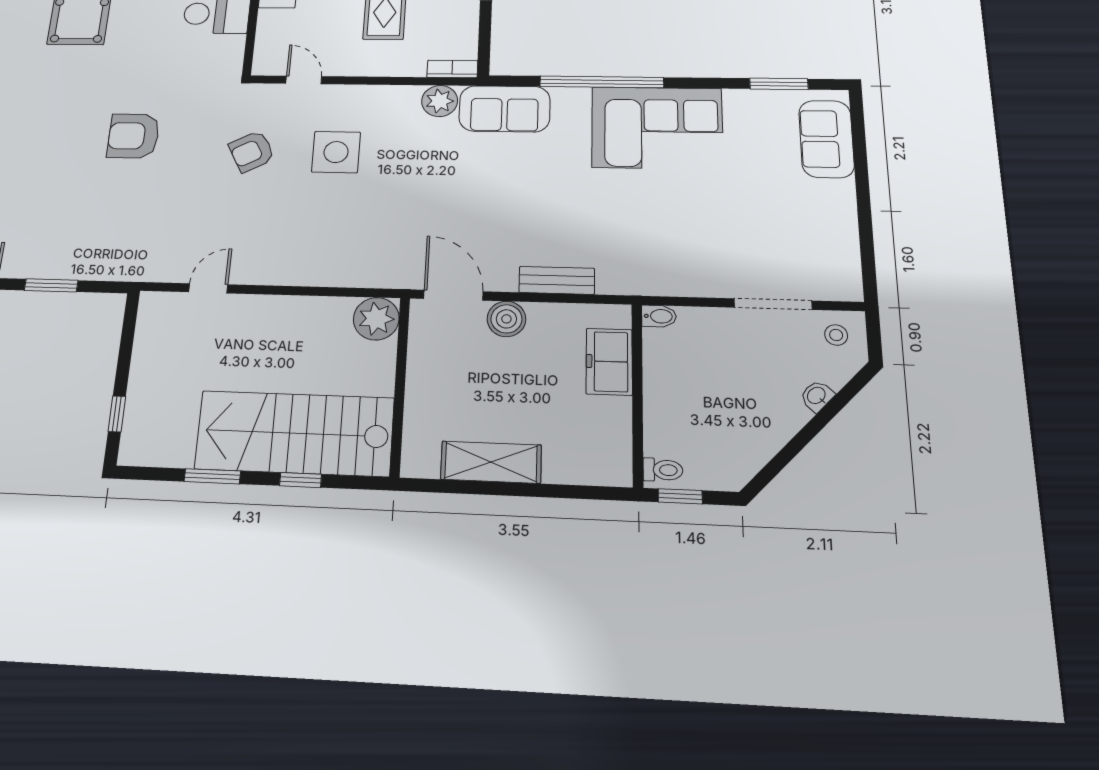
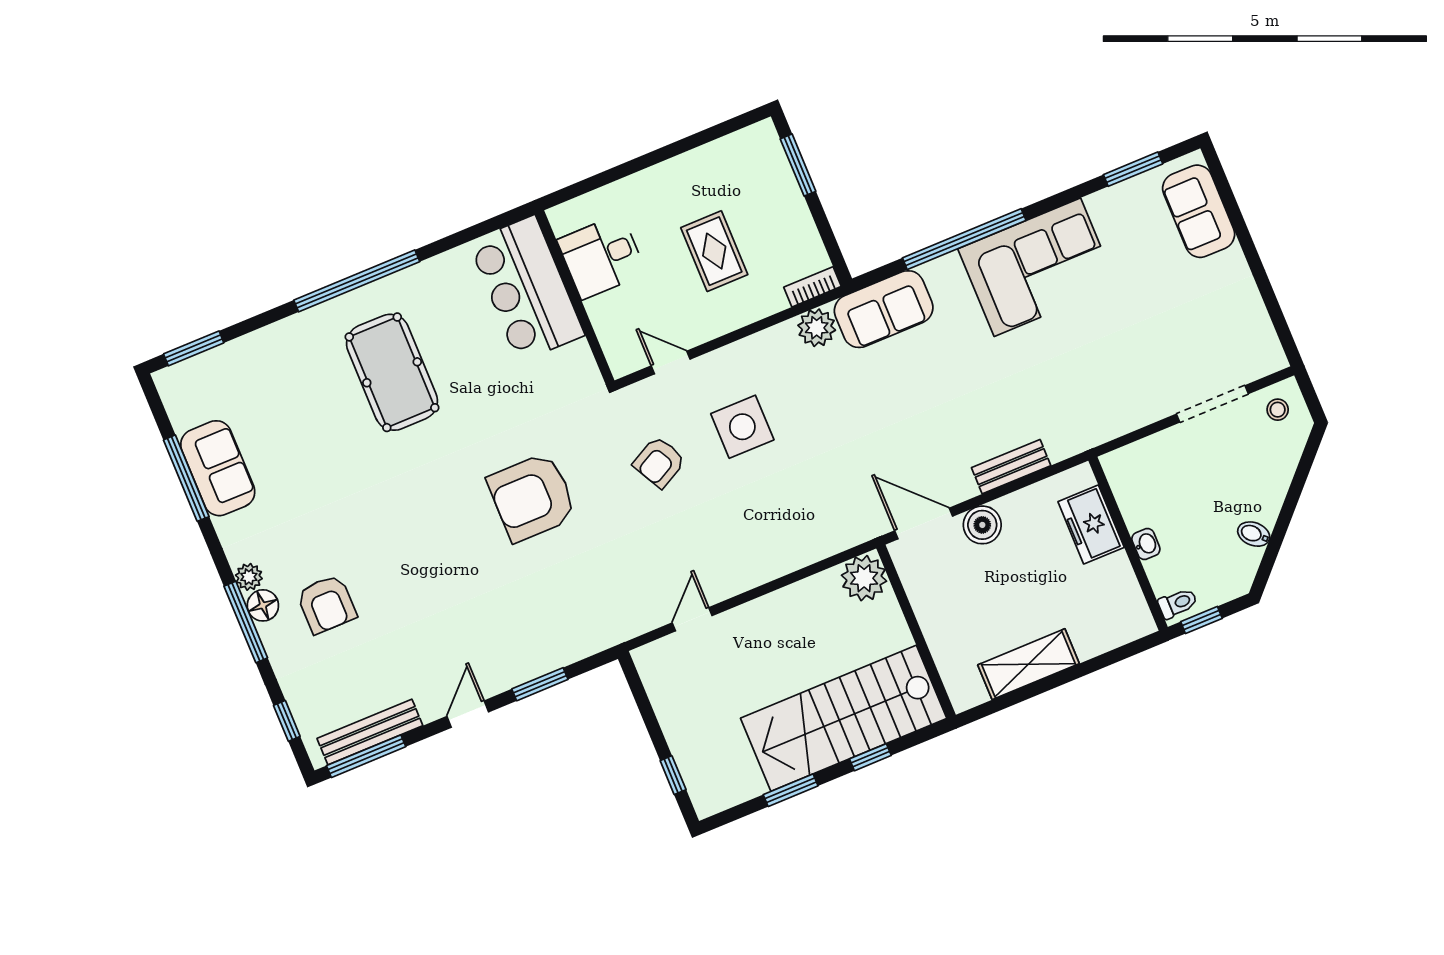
armchair: (133, 136) -> (532, 497), width x1.36, depth x1.36
bidet: (659, 316) -> (1254, 534), moved, turned -137
washbasin: (817, 396) -> (1146, 544), moved, turned 137

